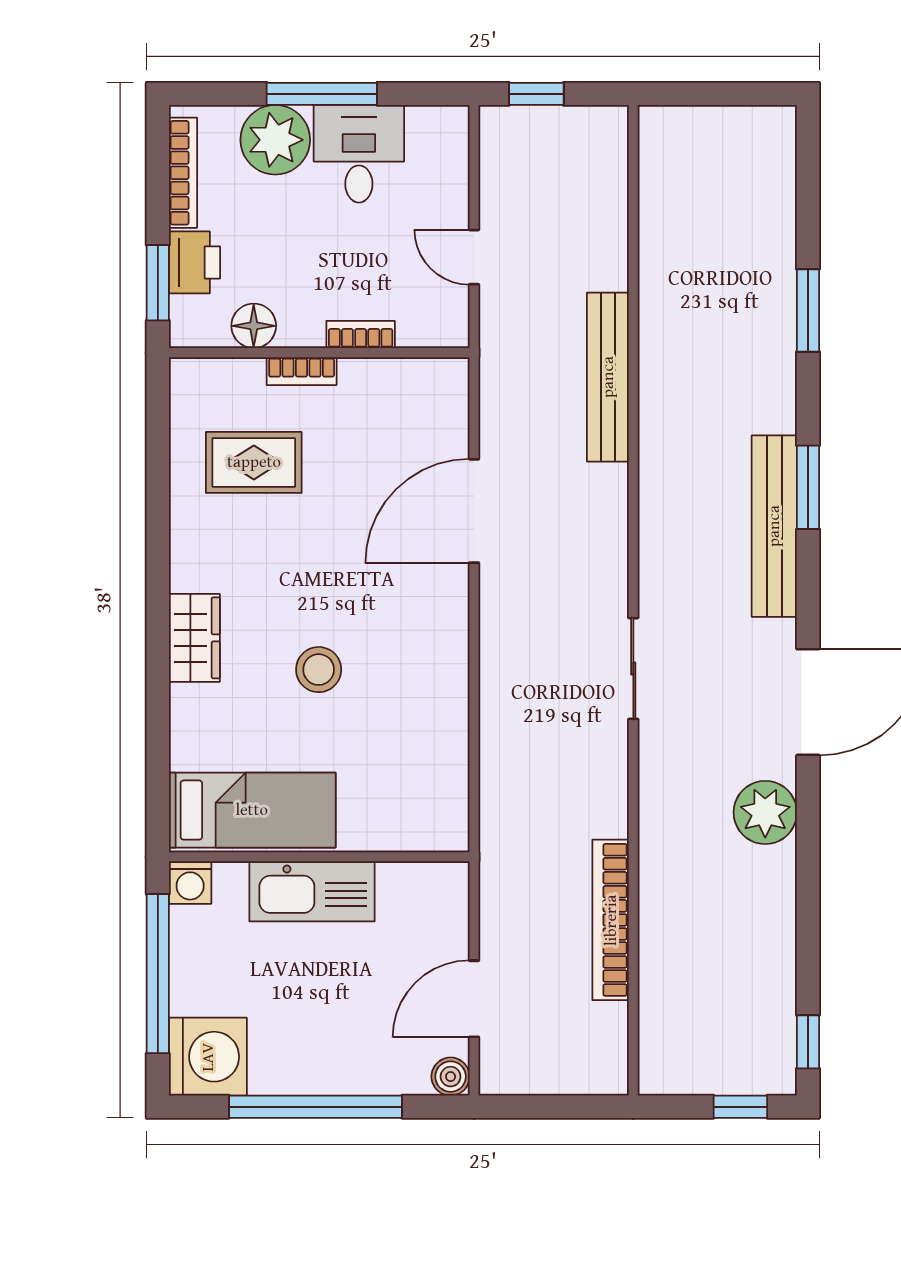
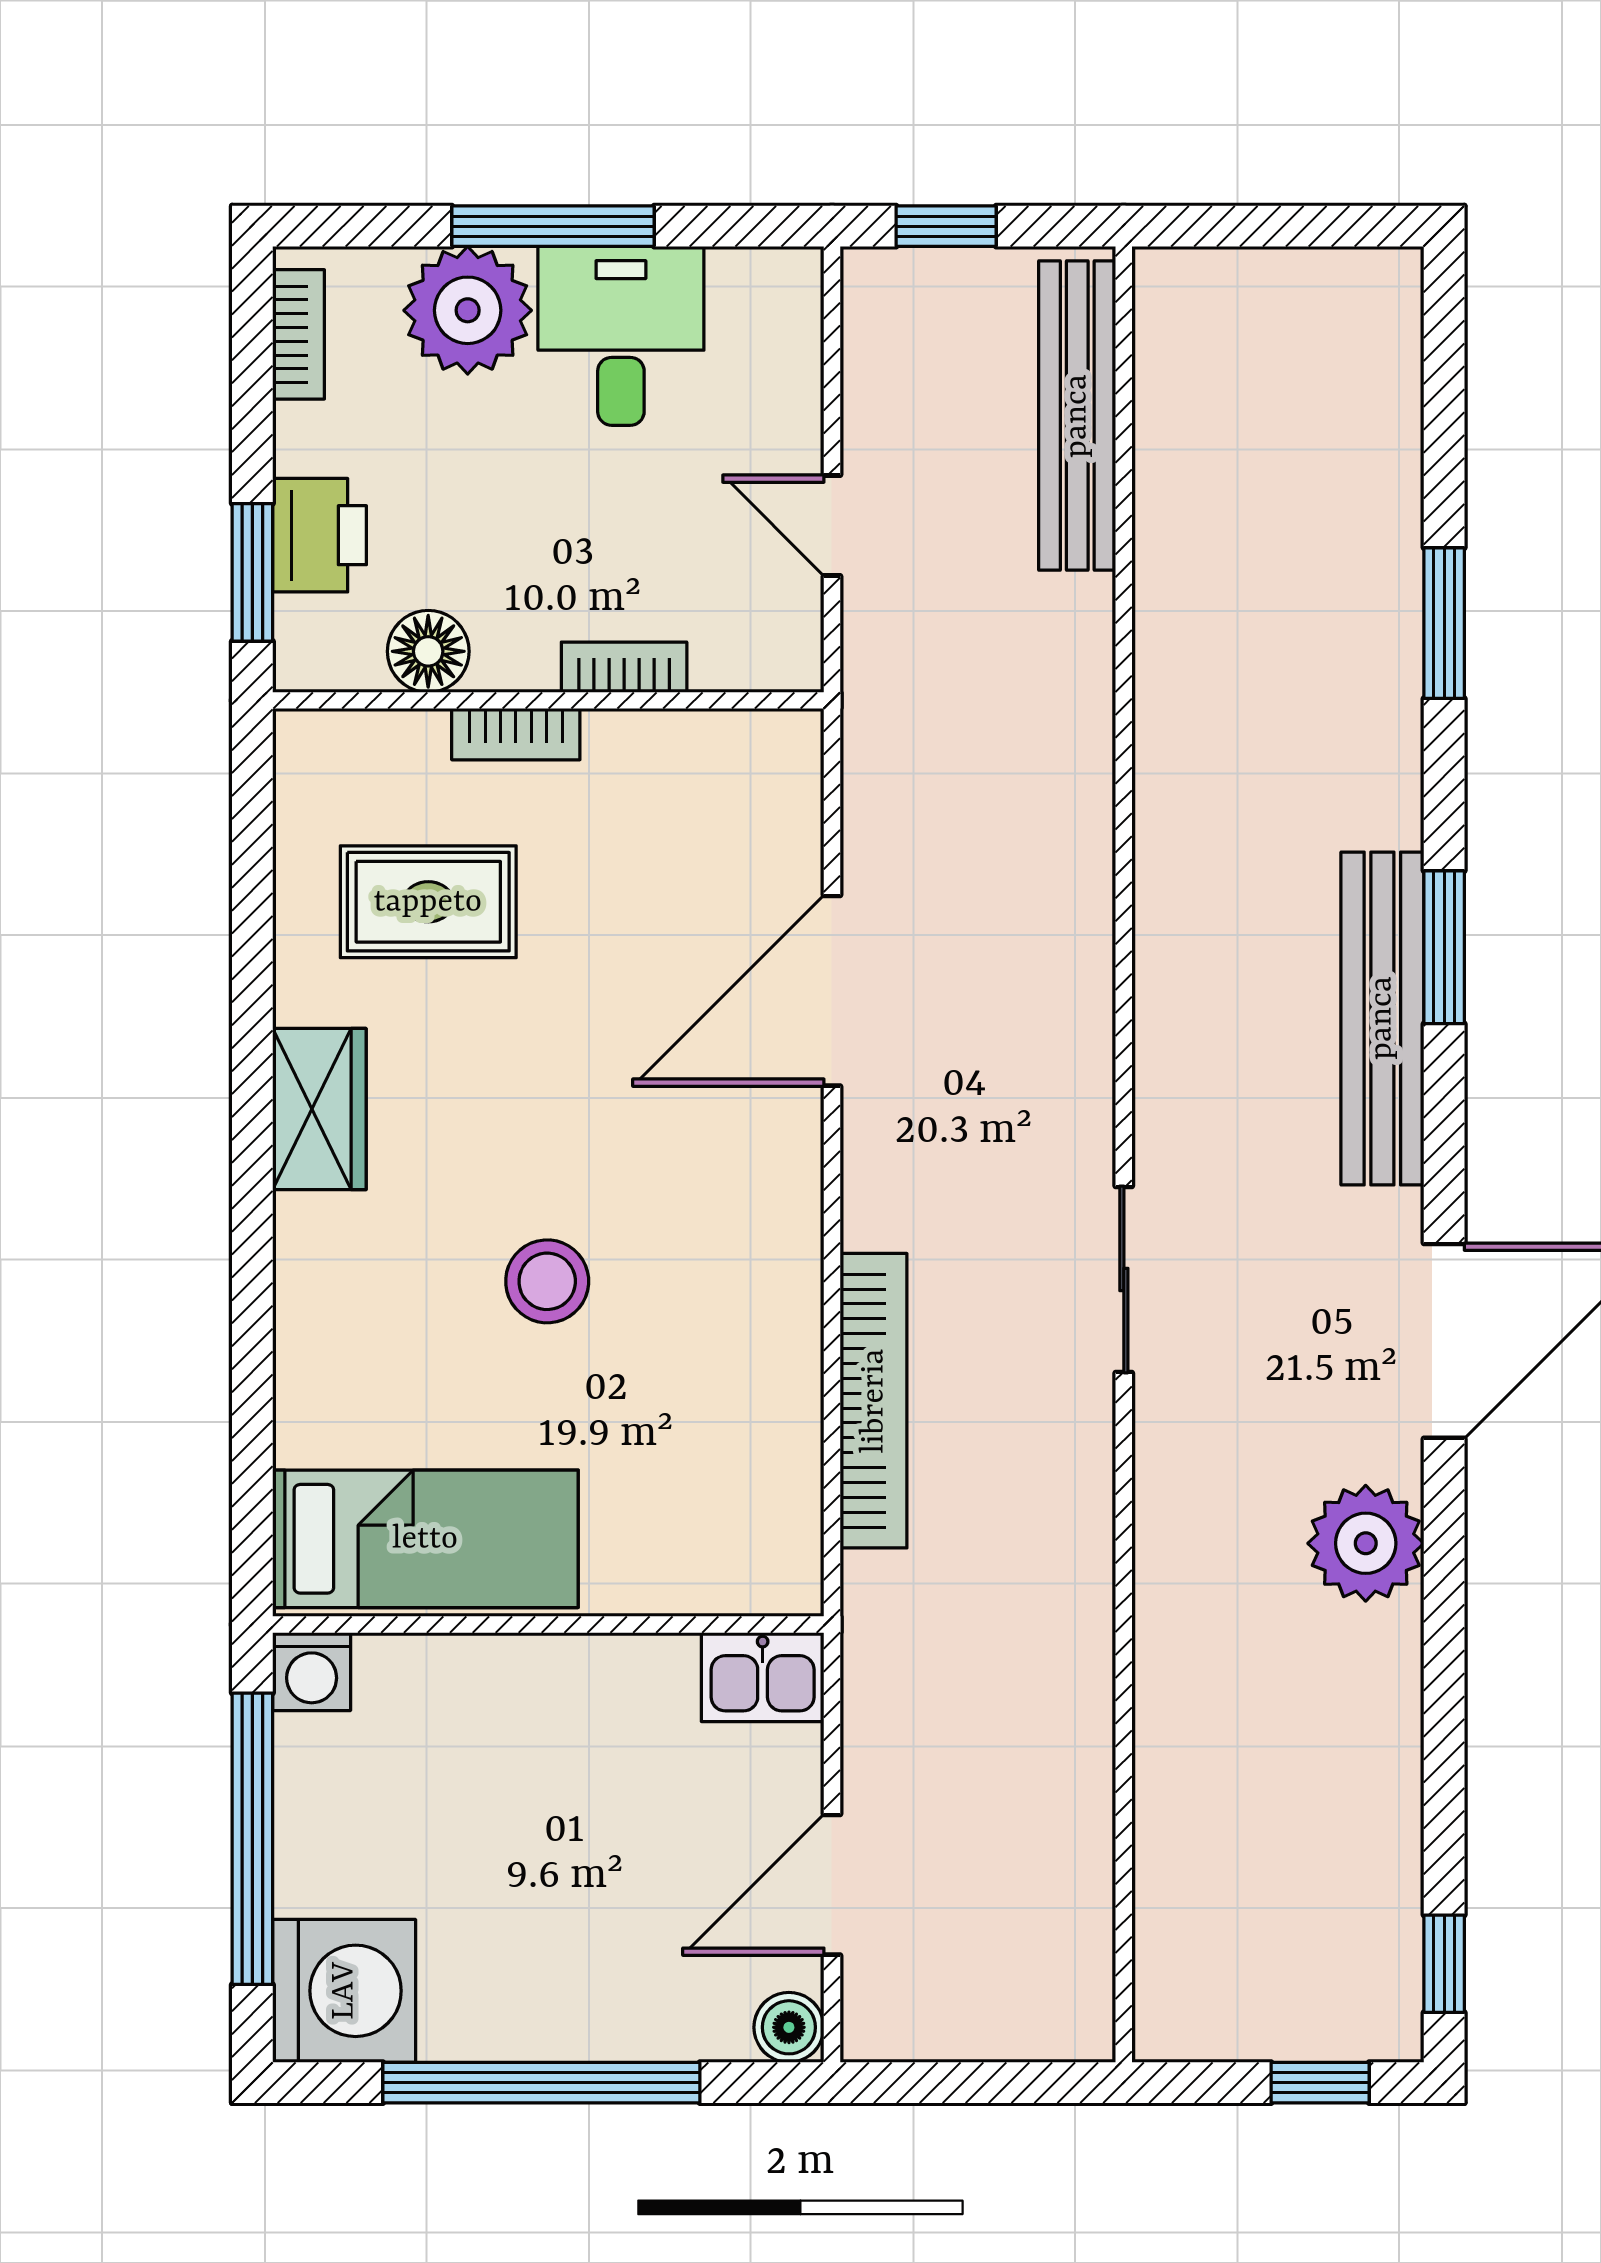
bookcase: (183, 173) -> (299, 334), width x0.64
bench: (608, 377) -> (1077, 416), moved
wardrobe: (194, 638) -> (319, 1109), moved
kitchen sink: (312, 891) -> (763, 1677), moved, width x0.53, depth x0.81
bookcase: (611, 920) -> (874, 1401), moved, turned 180

